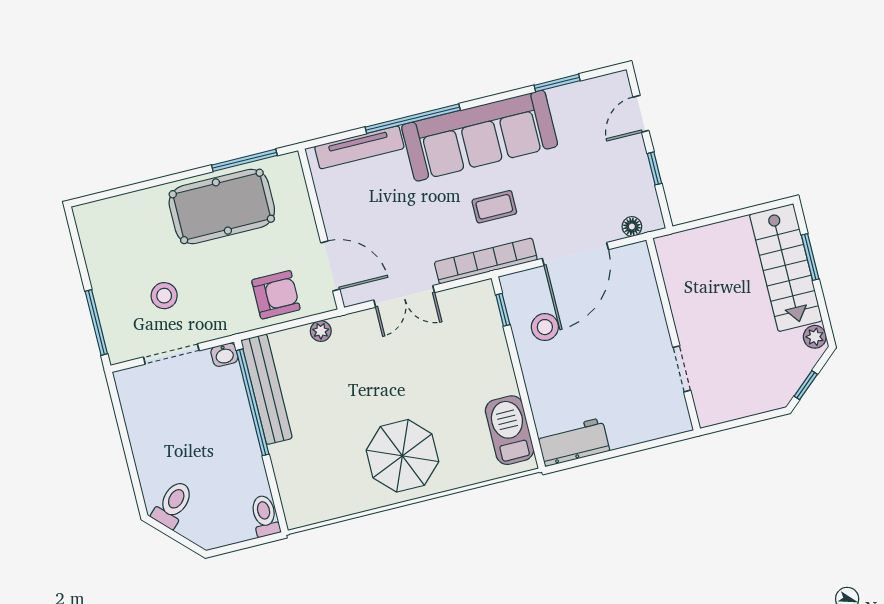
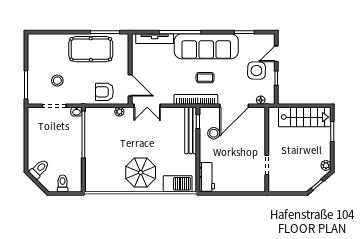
side table: (606, 162) -> (256, 71), added
stairs: (786, 268) -> (305, 117), moved, turned -90
armchair: (276, 295) -> (104, 92), turned 180
double door: (404, 296) -> (147, 106), moved
bench: (267, 389) -> (191, 130), moved
barbecue: (510, 430) -> (178, 184), moved, turned 90
workbench: (573, 442) -> (207, 177), moved, turned 90
toilet: (265, 516) -> (63, 183), moved

